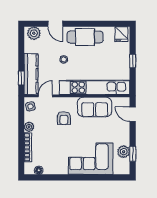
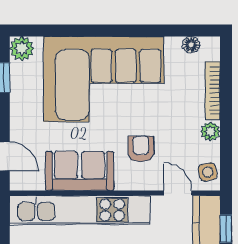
door: (45, 96) -> (178, 193), swing flipped
plant: (124, 152) -> (22, 49), moved
corner sofa: (91, 159) -> (104, 79), width x1.36, depth x1.36

